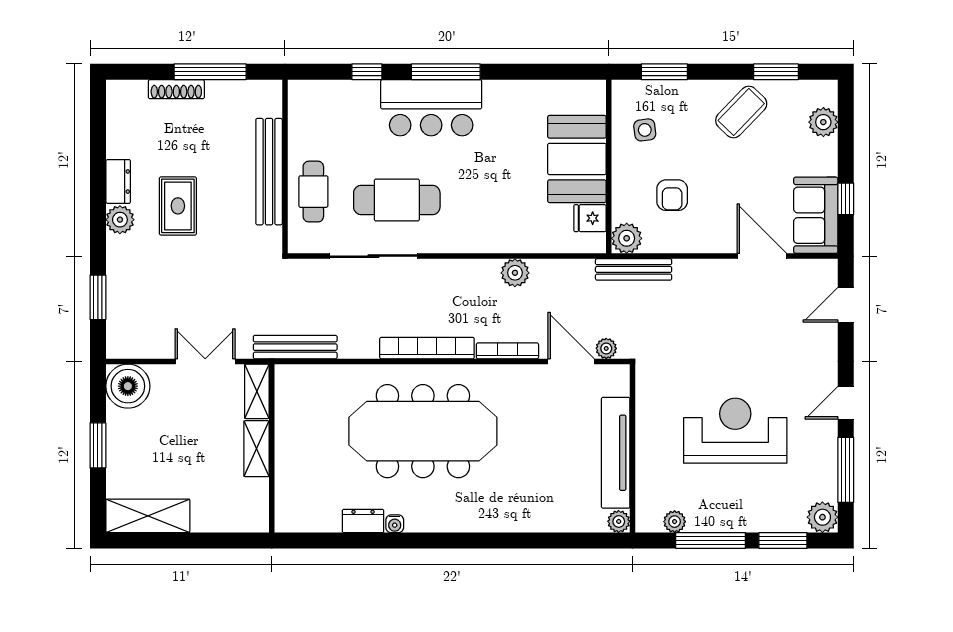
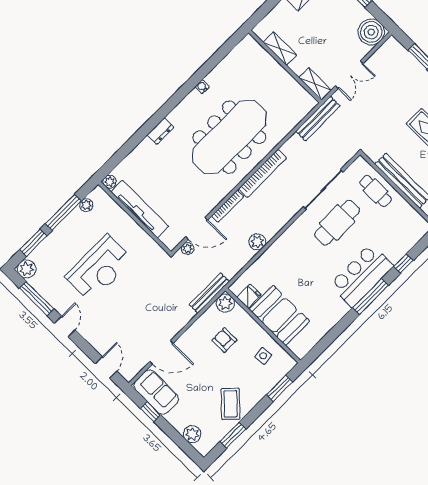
shelving: (256, 449) -> (280, 49), moved
dresser: (363, 521) -> (161, 131), moved

